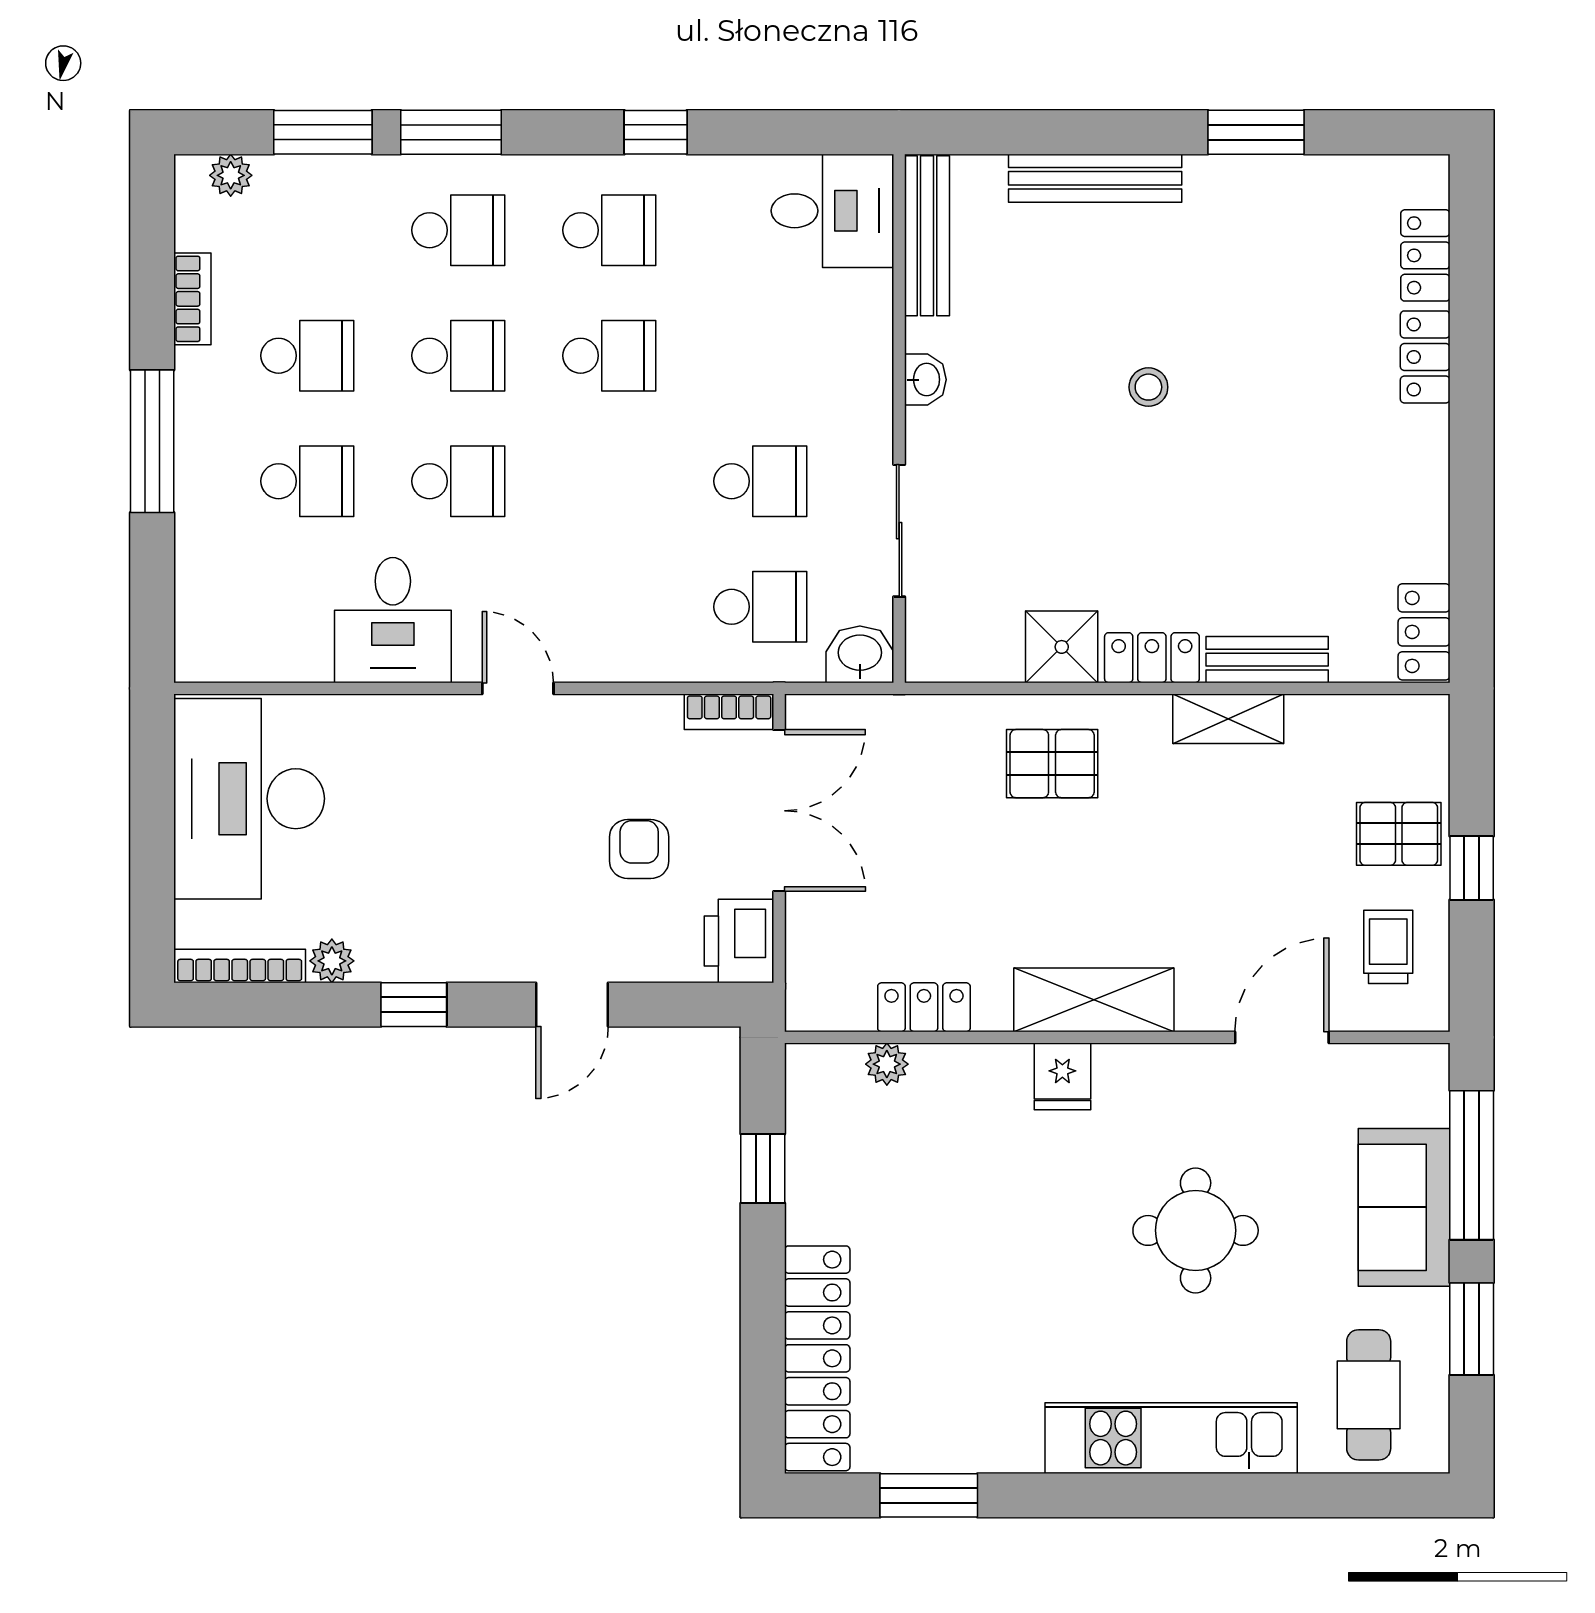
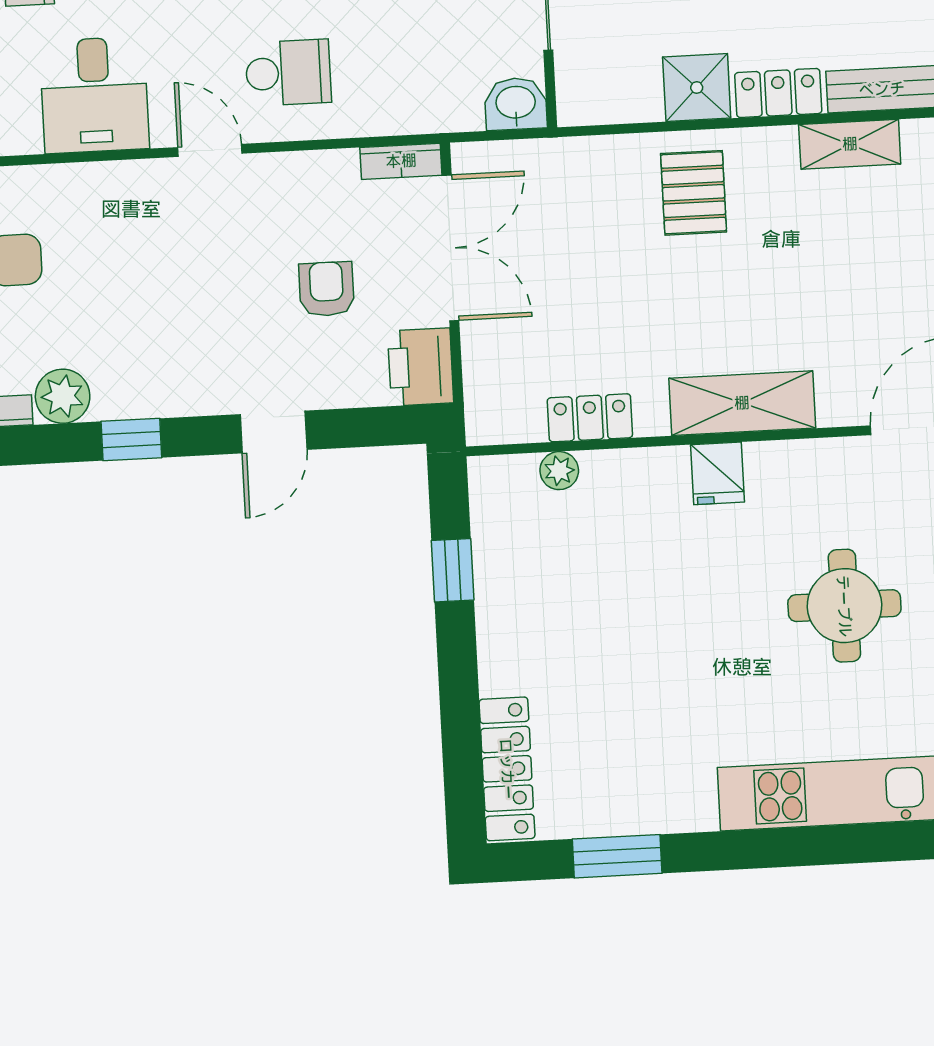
school desk: (760, 607) -> (288, 73), moved
pallet: (1052, 764) -> (694, 193), turned 90
plant: (332, 961) -> (63, 396), width x1.38, depth x1.38
locker: (817, 1358) -> (507, 769), width x0.71, depth x0.83

